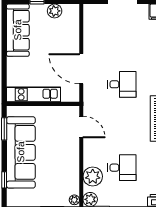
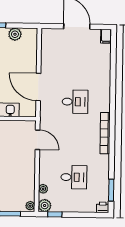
plant: (93, 176) -> (43, 189), width x0.53, depth x0.53

